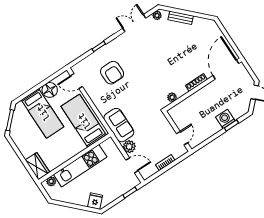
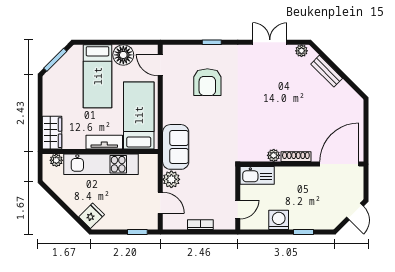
plant: (172, 97) -> (274, 155), moved
kitchen sink: (180, 110) -> (257, 175), added
washing machine: (225, 119) -> (279, 220), moved
tv unit: (73, 151) -> (104, 142), added

